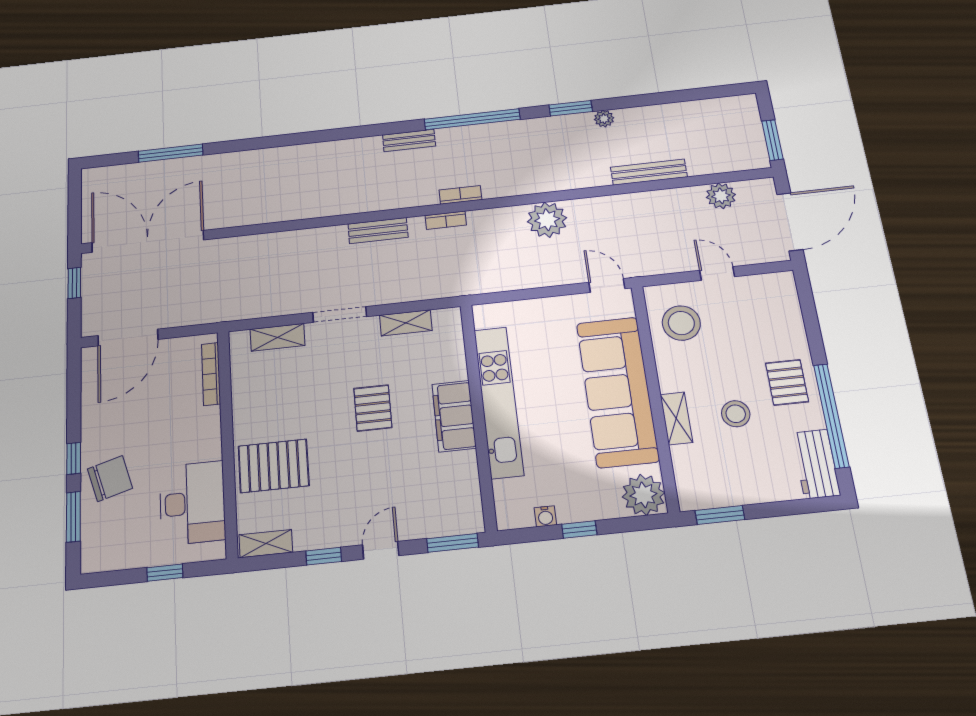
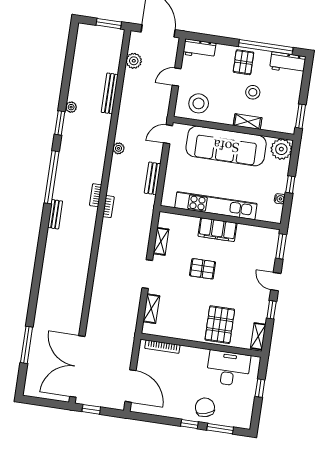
plant: (547, 220) -> (118, 148), width x0.53, depth x0.53
bench: (378, 231) -> (153, 178), moved
workbench: (784, 299) -> (199, 49), added
pallet: (787, 382) -> (243, 62), turned 90

